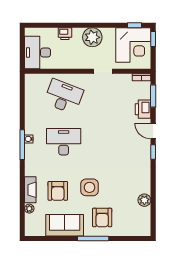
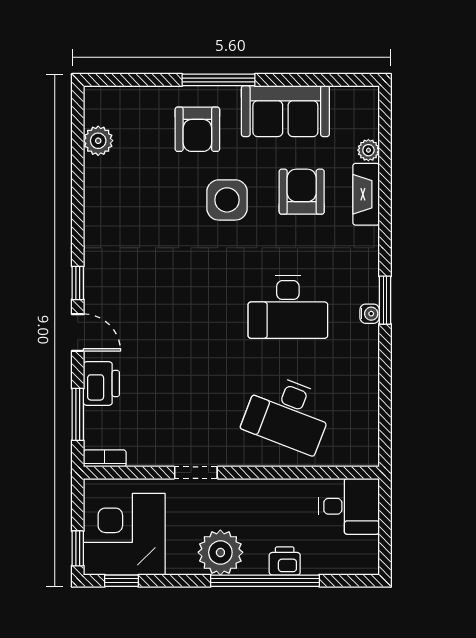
window: (73, 25) -> (265, 581), added
desk: (38, 52) -> (349, 506), width x0.73
window: (22, 145) -> (385, 300), width x0.69
plant: (144, 200) -> (98, 141), moved
armchair: (102, 217) -> (197, 129), turned 180

